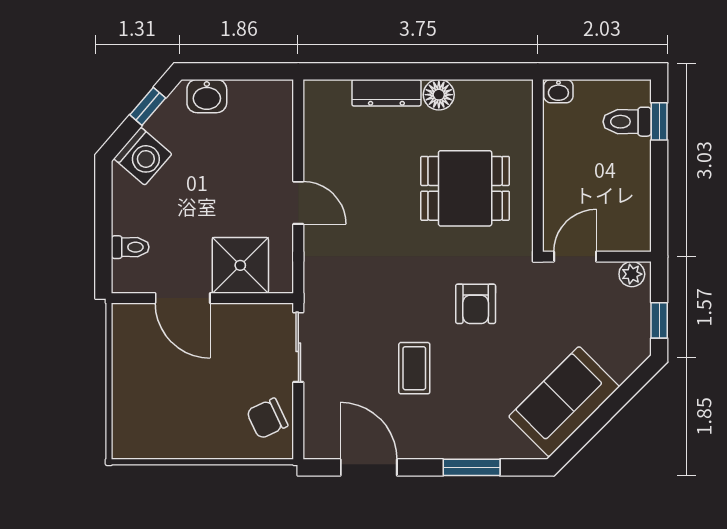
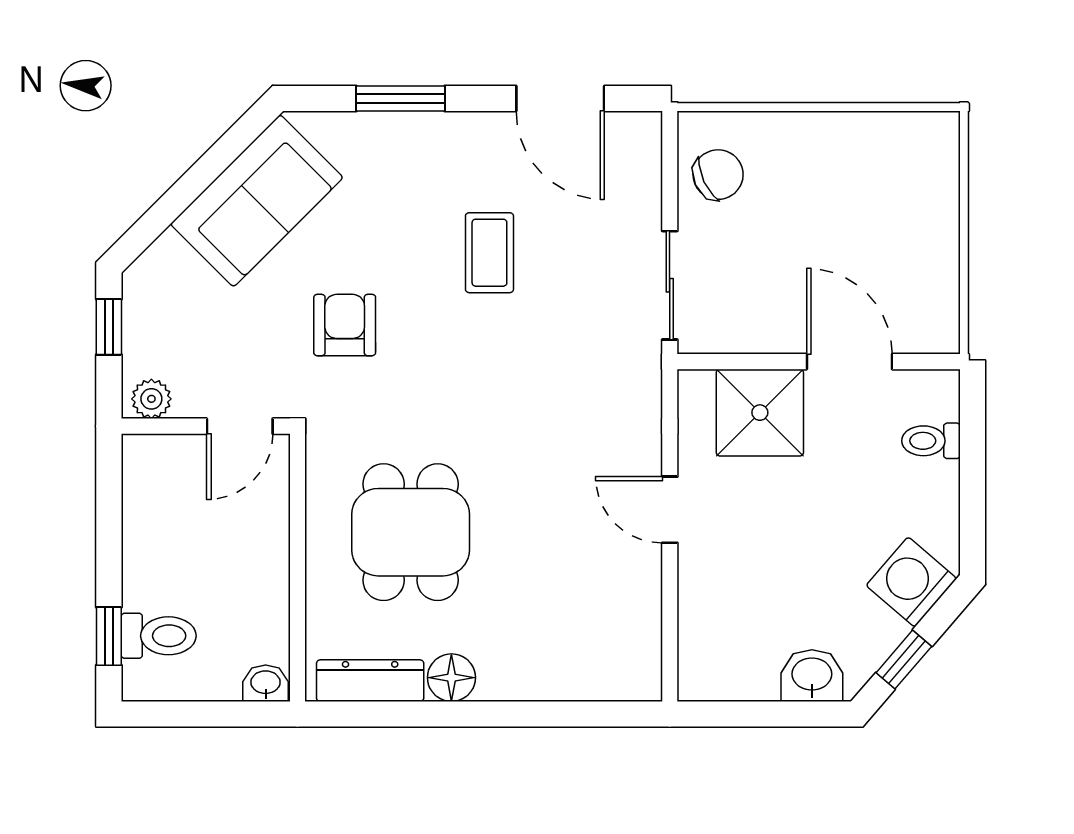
dresser: (386, 93) -> (370, 681), moved
dining table: (465, 188) -> (411, 532), turned 90
armchair: (476, 304) -> (345, 325), moved

